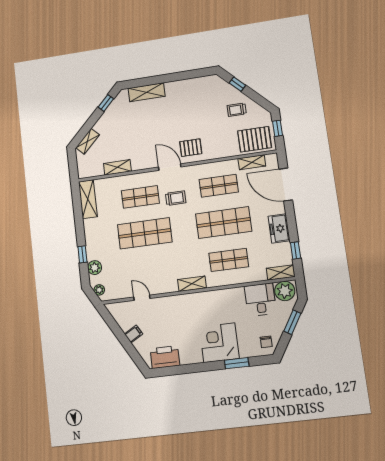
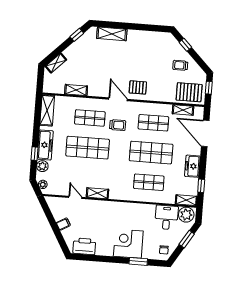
freezer: (93, 241) -> (45, 145), added
shelving: (192, 284) -> (97, 193), moved

